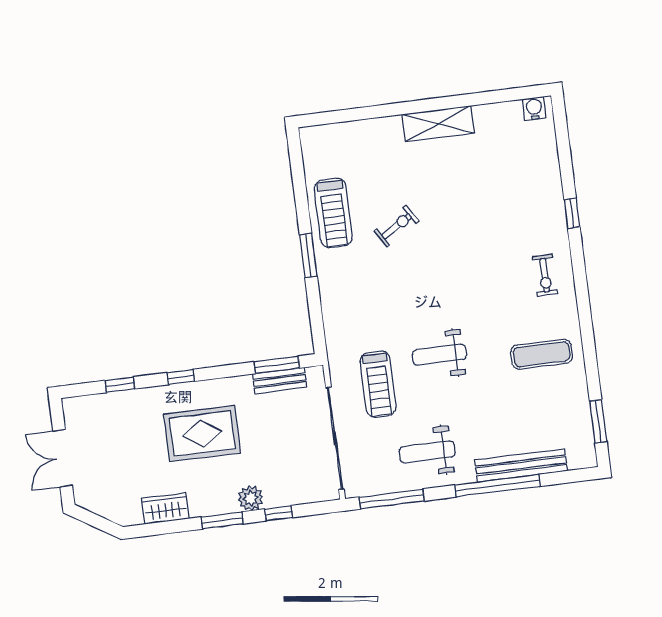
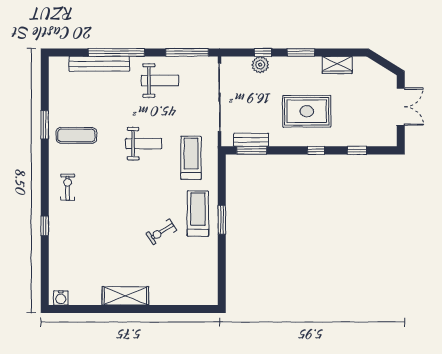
treadmill: (333, 213) -> (198, 214), moved
treadmill: (378, 384) -> (191, 158), moved
window: (598, 421) -> (45, 125), moved
plant: (251, 498) -> (260, 65), moved

